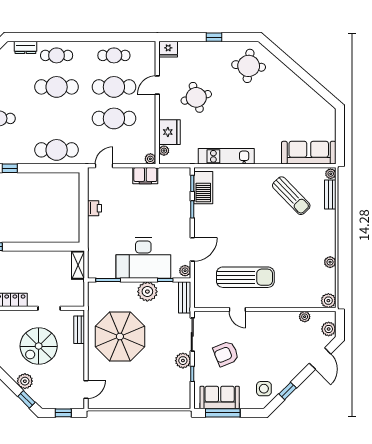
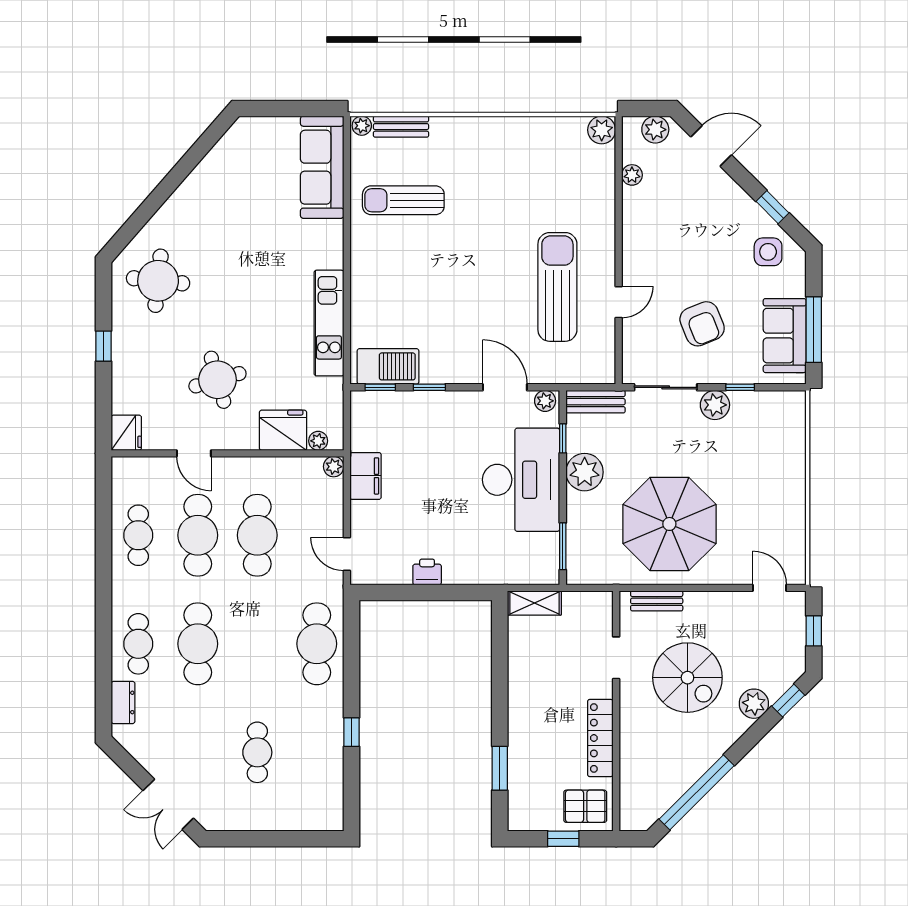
sun lounger: (291, 196) -> (403, 200), turned -136
plant: (330, 262) -> (529, 127), removed

